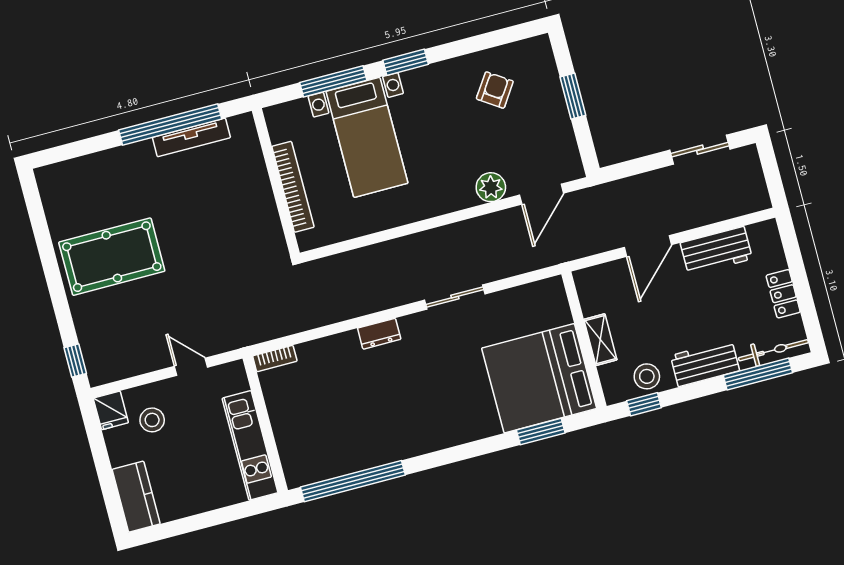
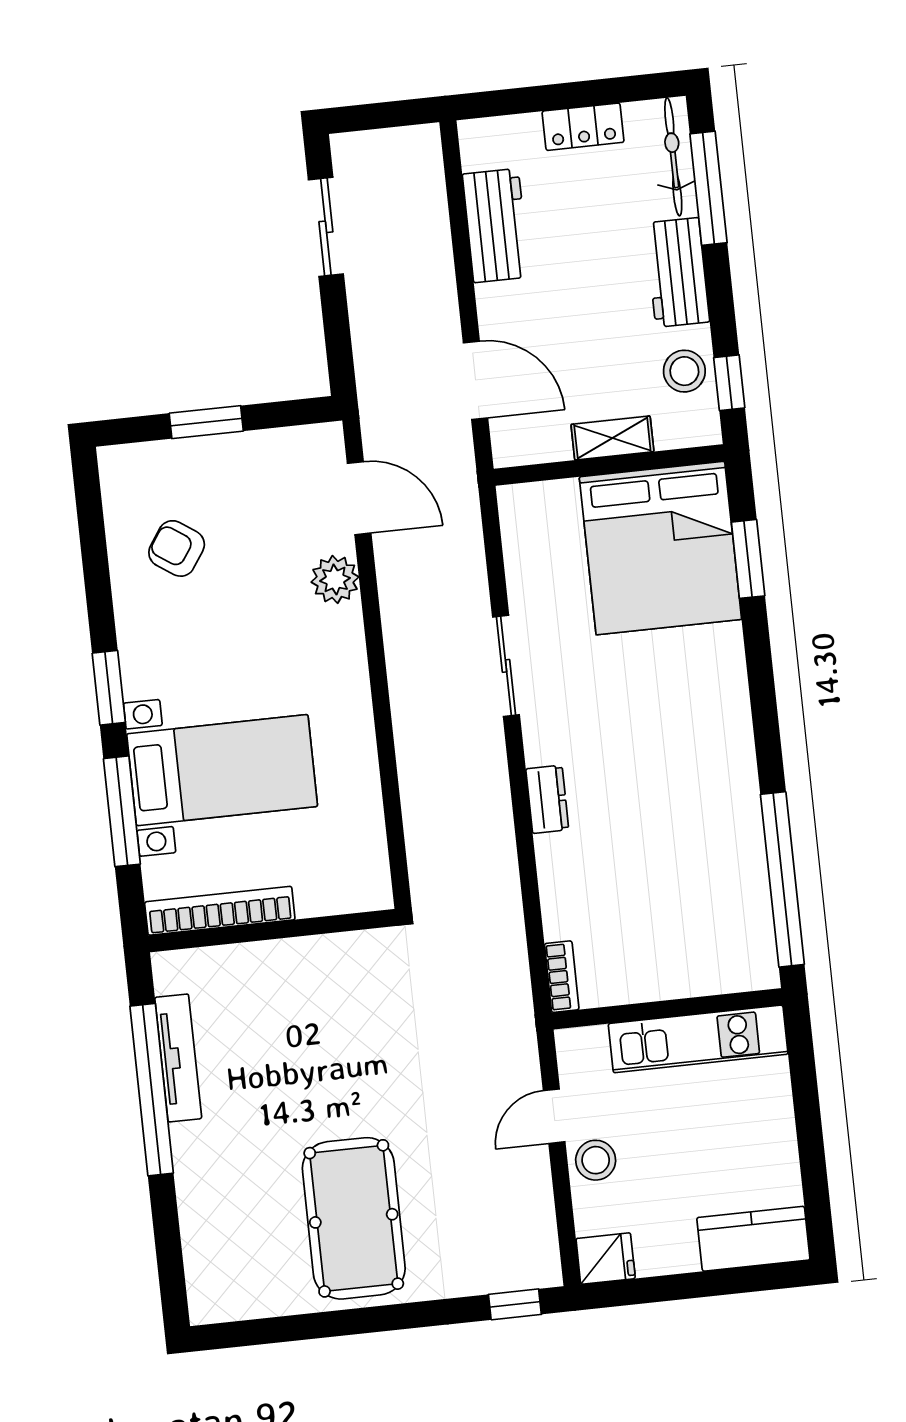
bookcase: (293, 187) -> (220, 911), moved
door: (648, 246) -> (475, 380), moved
stool: (152, 420) -> (596, 1160), moved

